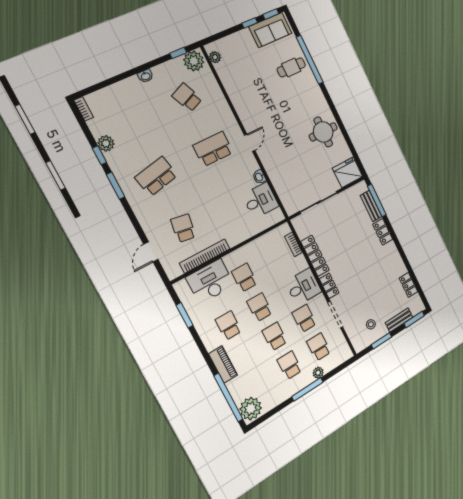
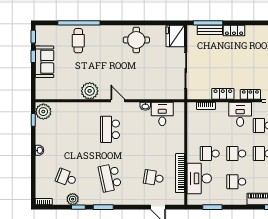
sofa: (270, 30) -> (45, 62), moved
plant: (215, 57) -> (90, 91), moved, width x1.87, depth x1.87
school desk: (187, 97) -> (66, 178), moved, turned 45
locker: (315, 256) -> (223, 94), width x0.66

